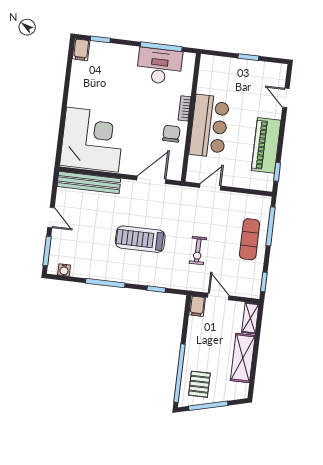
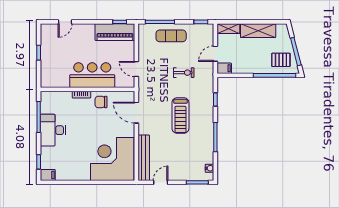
desk: (159, 66) -> (53, 130), moved
piano: (266, 145) -> (115, 32), moved
door: (51, 218) -> (161, 182), moved

